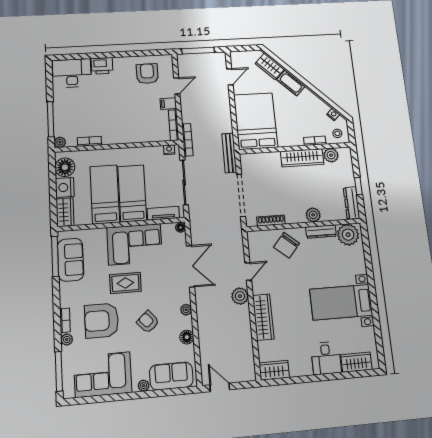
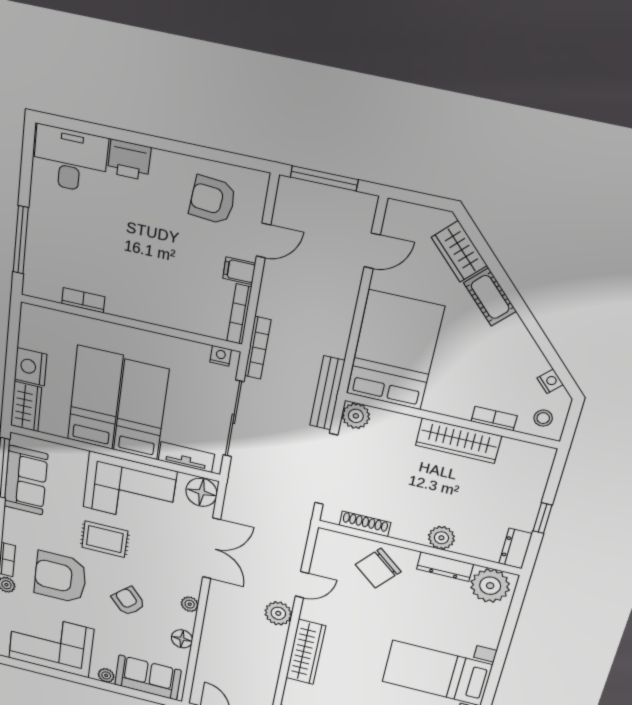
armchair: (147, 74) -> (212, 200), turned -85
plant: (60, 142) -> (32, 287), removed
plant: (331, 155) -> (356, 416), moved
floor lamp: (65, 167) -> (35, 333), removed
dresser: (352, 203) -> (516, 548), width x0.70
floor lamp: (181, 227) -> (201, 492), width x1.89, depth x1.89

